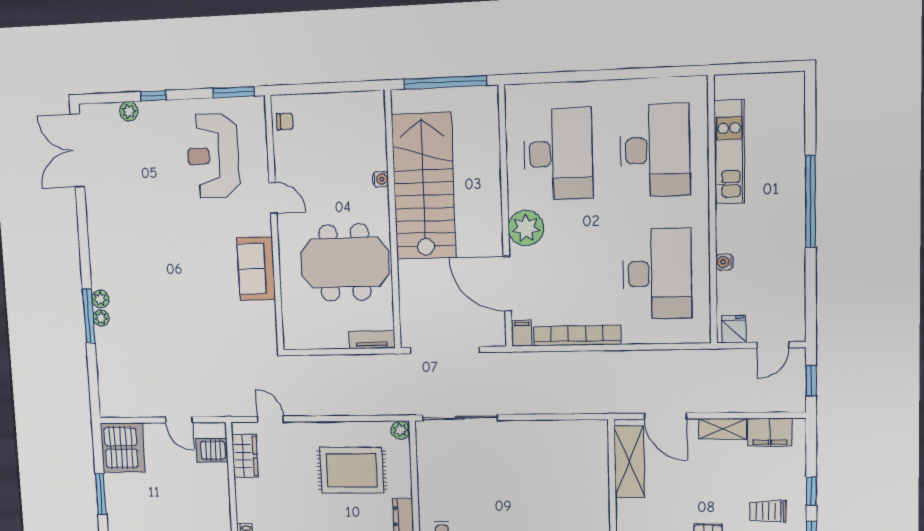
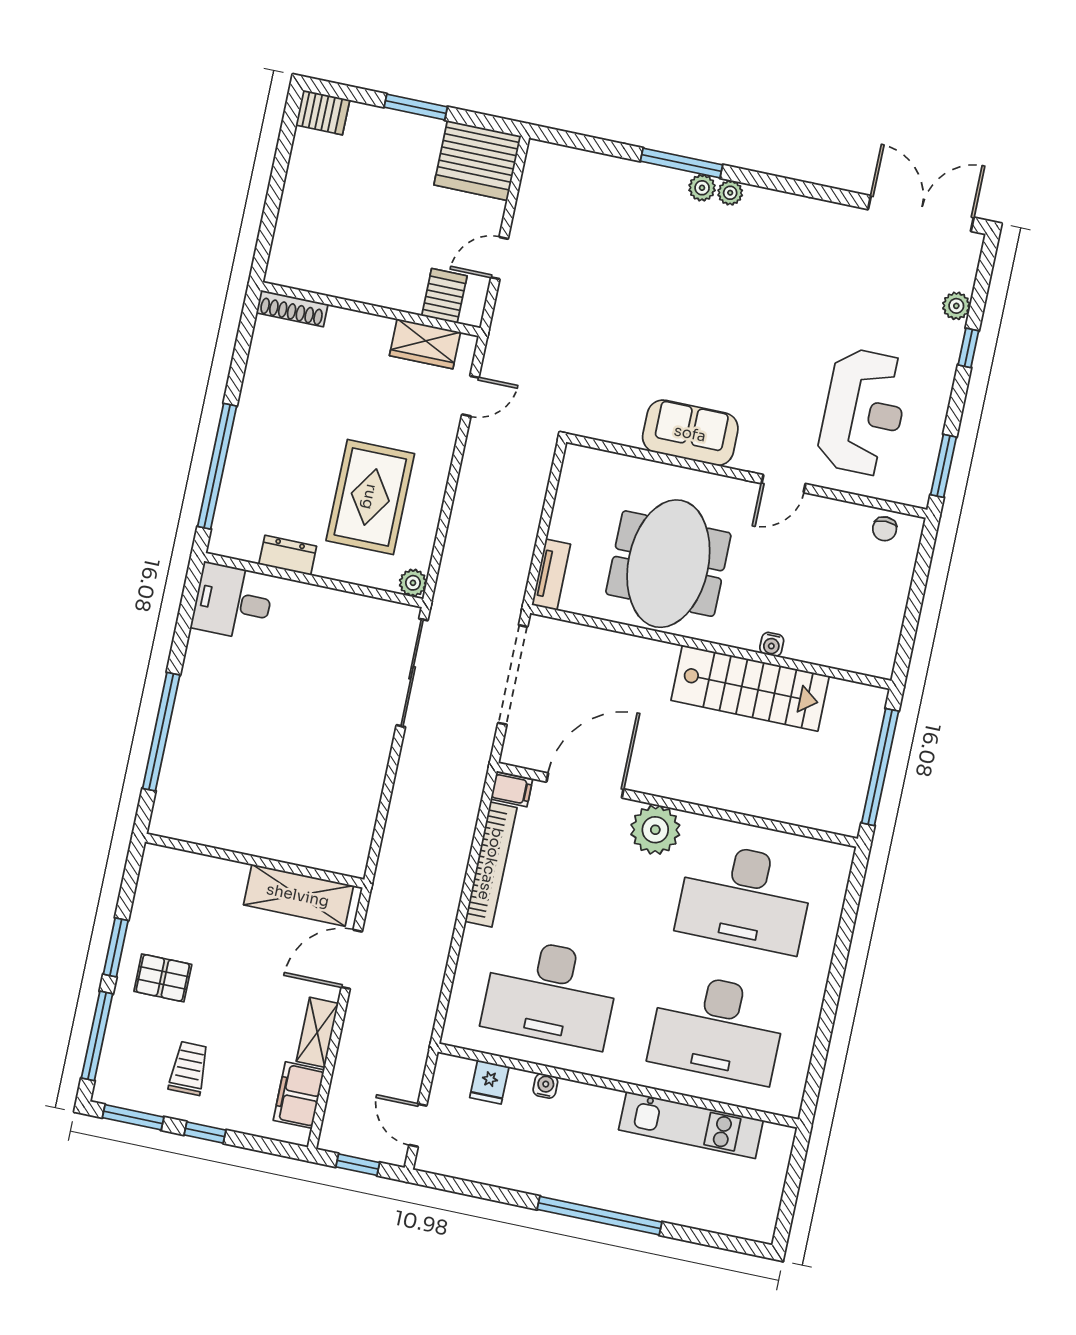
reception desk: (213, 156) -> (864, 412), turned 90
stairs: (424, 186) -> (750, 688), width x0.73, depth x0.66
plant: (101, 318) -> (730, 193), moved
fridge: (734, 329) -> (489, 1082), moved, turned 90

